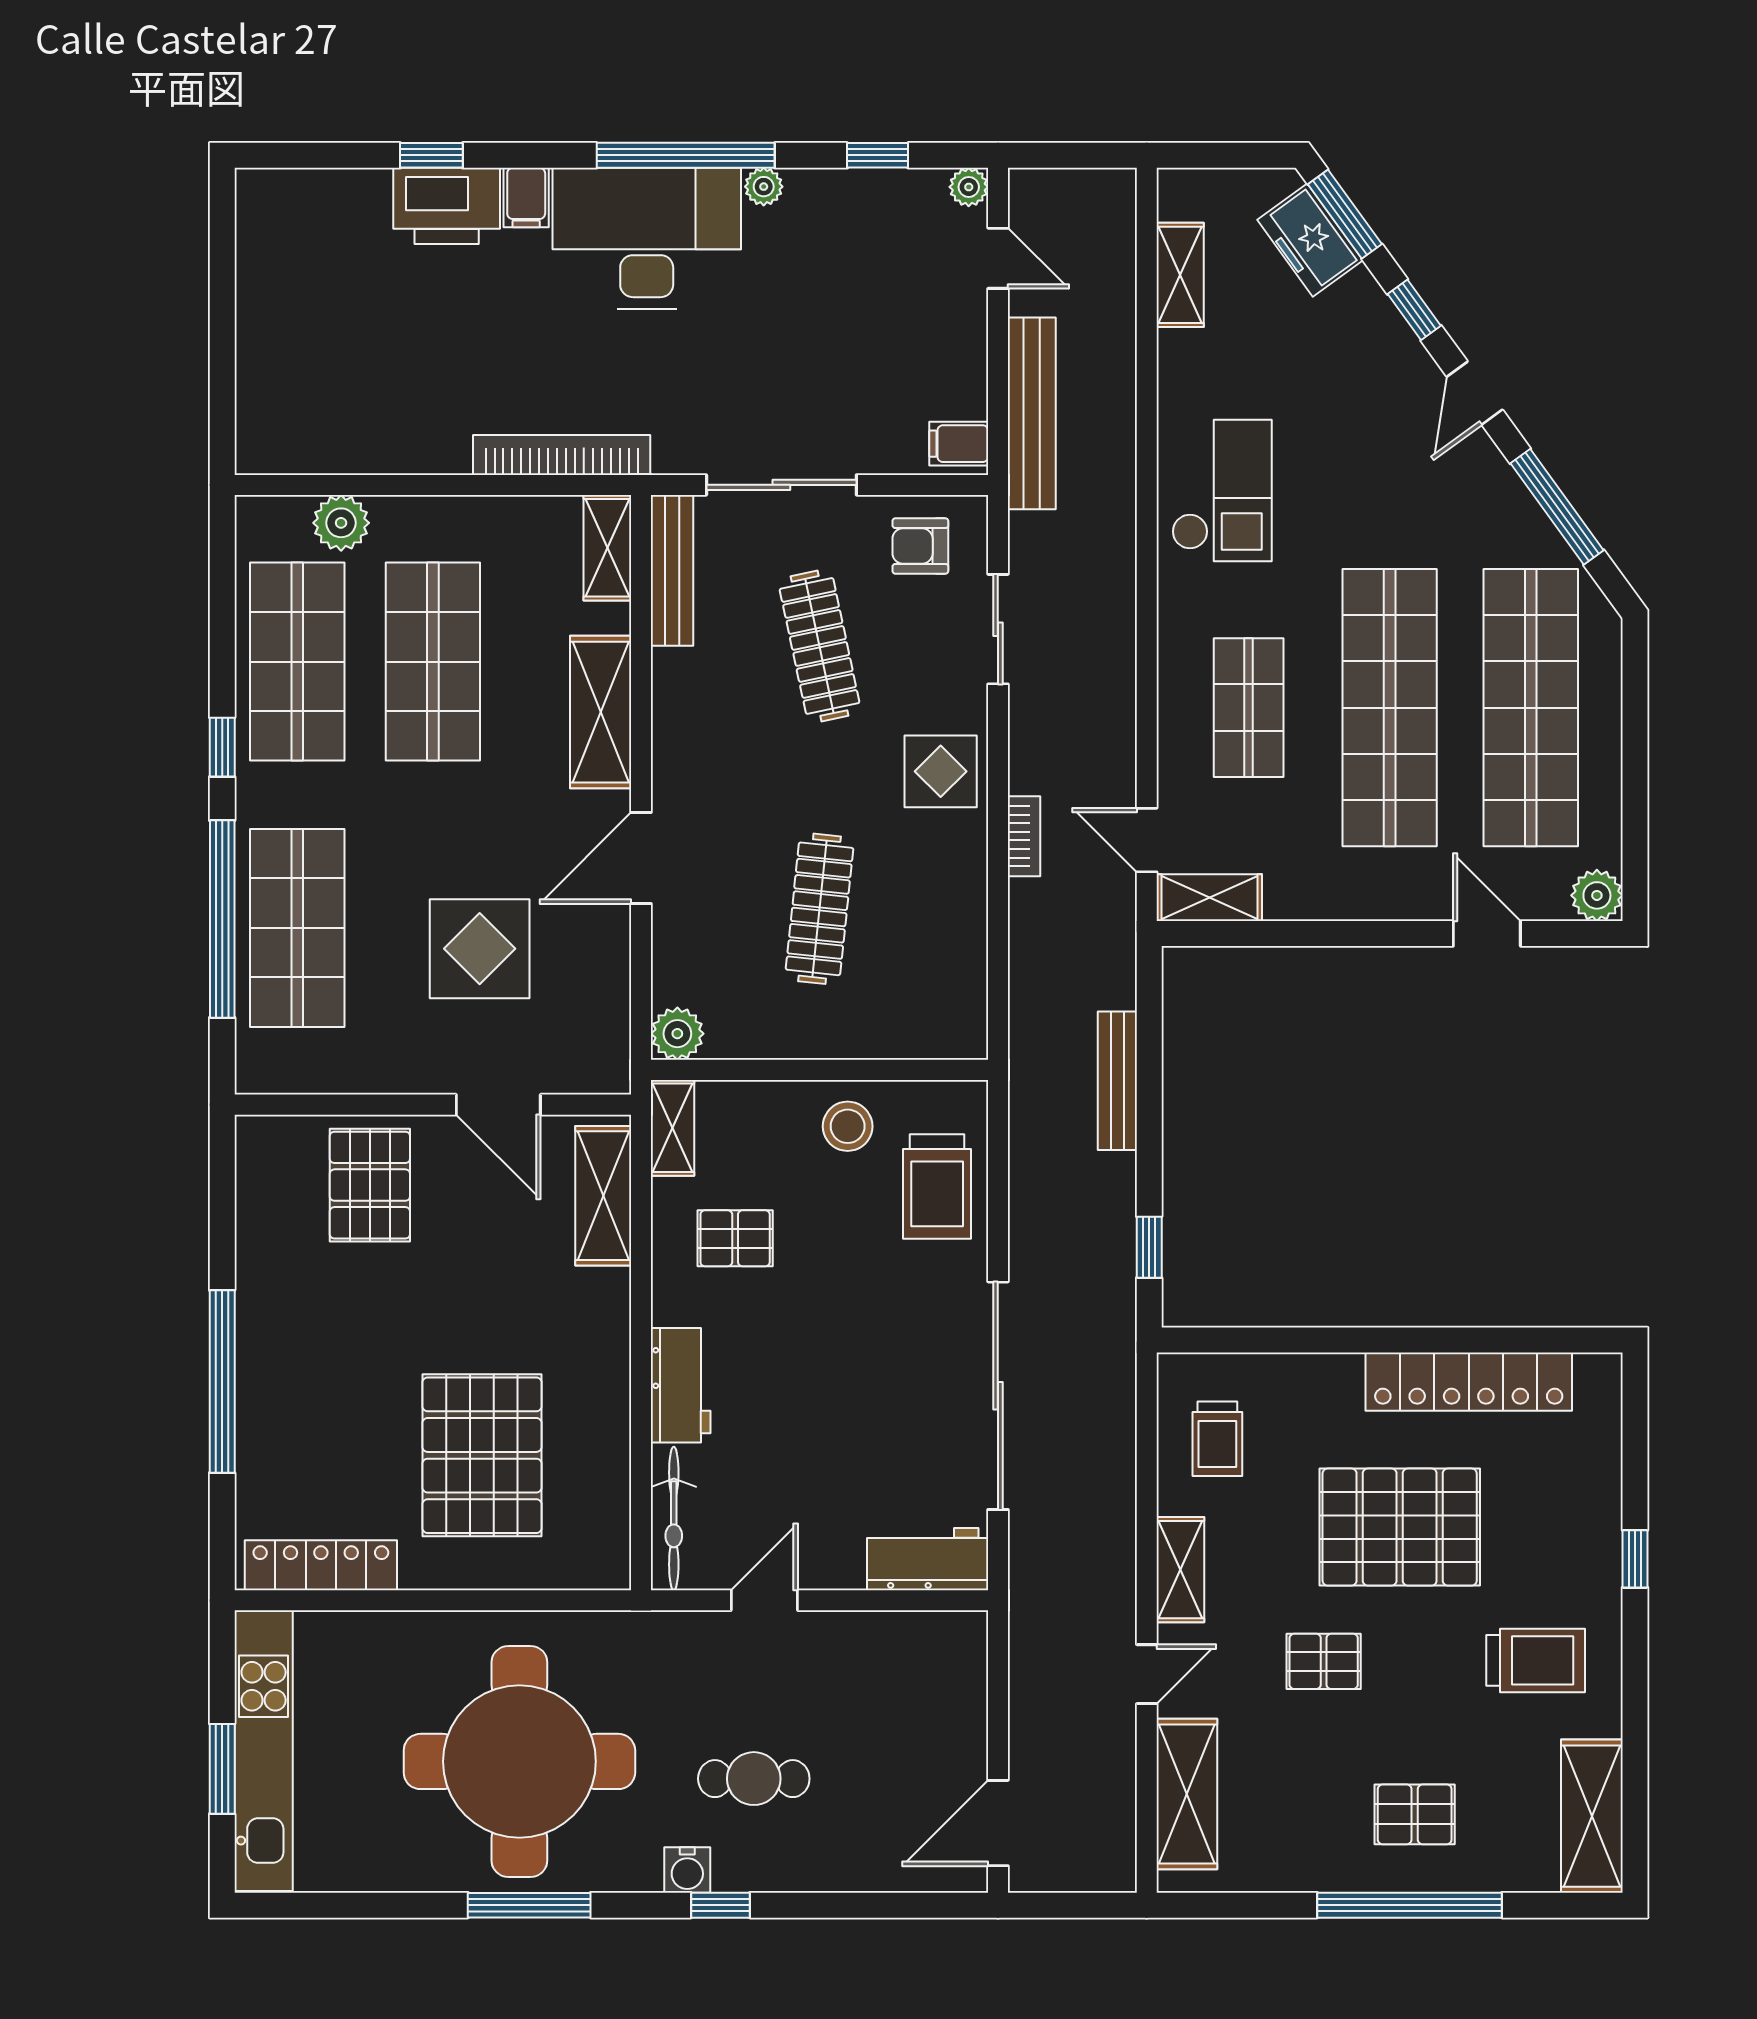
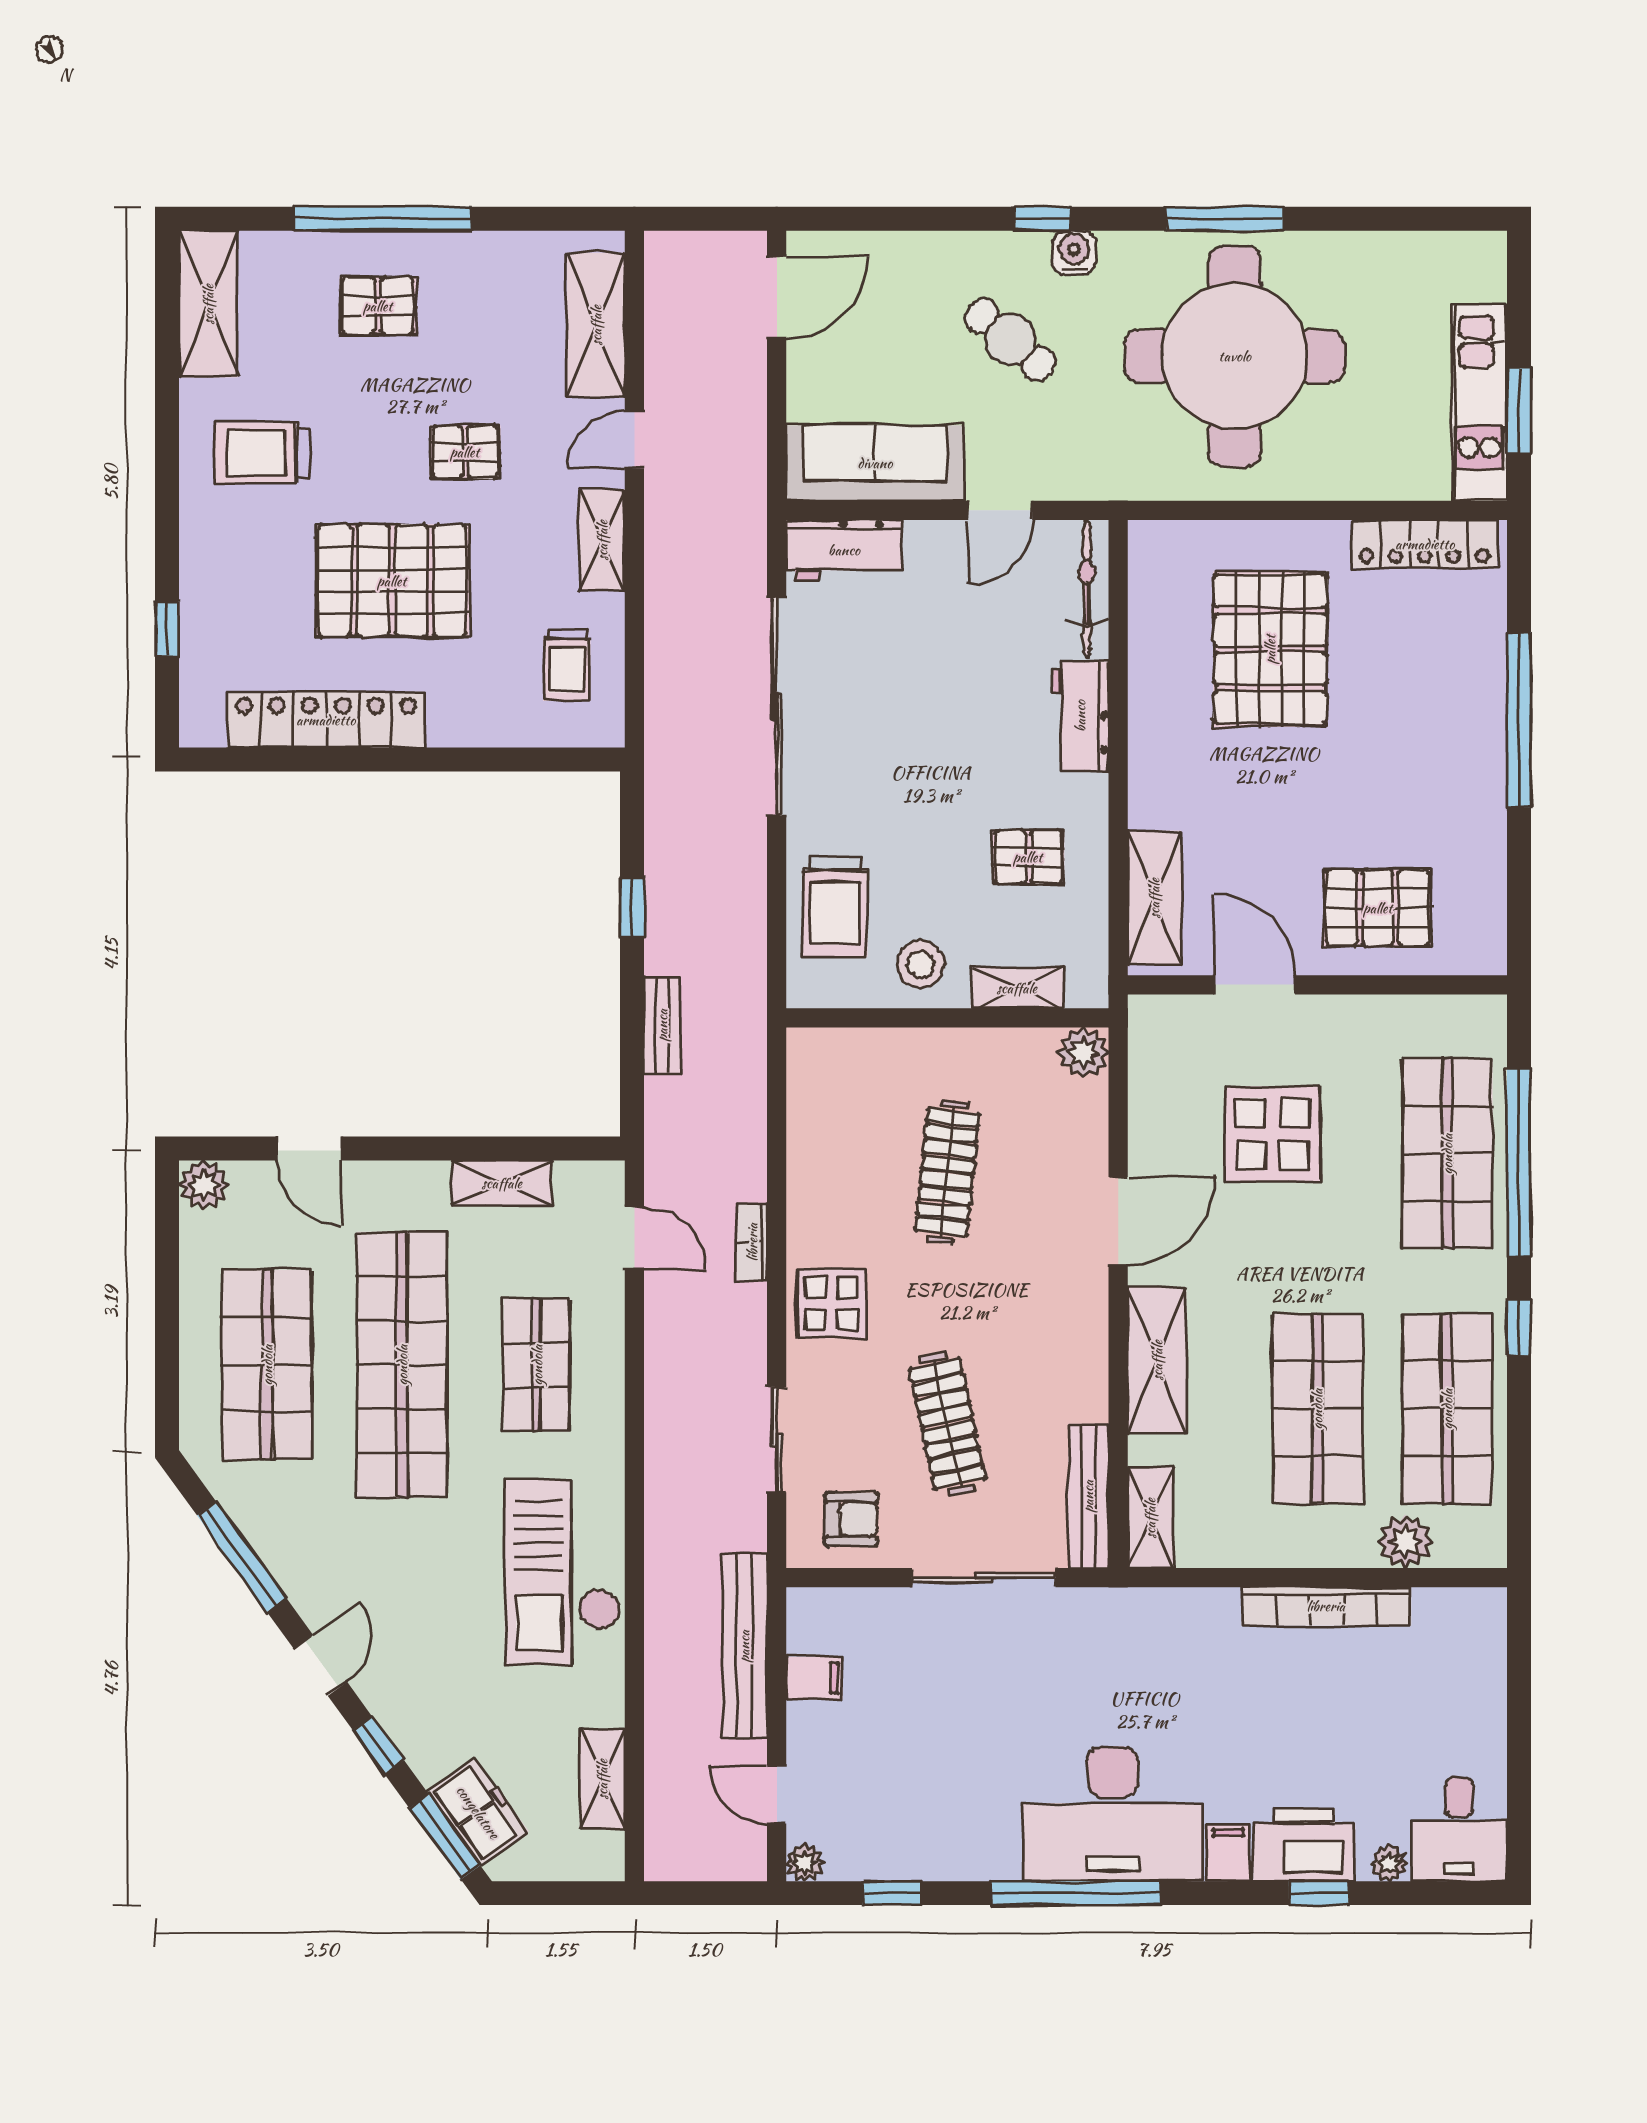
plant: (764, 187) -> (1389, 1863), moved
desk: (285, 222) -> (1459, 1830), added
filing cabinet: (959, 444) -> (814, 1678), moved
bookcase: (562, 455) -> (1326, 1606), moved
checkout: (1222, 490) -> (562, 1572), width x1.36, depth x1.21
shop shelf: (1531, 708) -> (267, 1365), width x0.71
shelving: (1210, 898) -> (502, 1183), moved
bench: (1117, 1081) -> (662, 1025), width x0.73
shelving: (673, 1128) -> (1017, 988), moved, turned 90
pallet: (370, 1185) -> (1378, 908), turned 90
trolley: (937, 1187) -> (835, 906), turned 180
window: (1149, 1247) -> (632, 907), moved
trolley: (1217, 1439) -> (567, 665), turned 180
window: (1635, 1559) -> (167, 629), moved
sofa: (895, 1650) -> (875, 463), added
kitchen unit: (264, 1751) -> (1479, 402), width x0.73
window: (222, 1769) -> (1519, 410), moved
cafe table: (754, 1779) -> (1010, 340), turned 40

